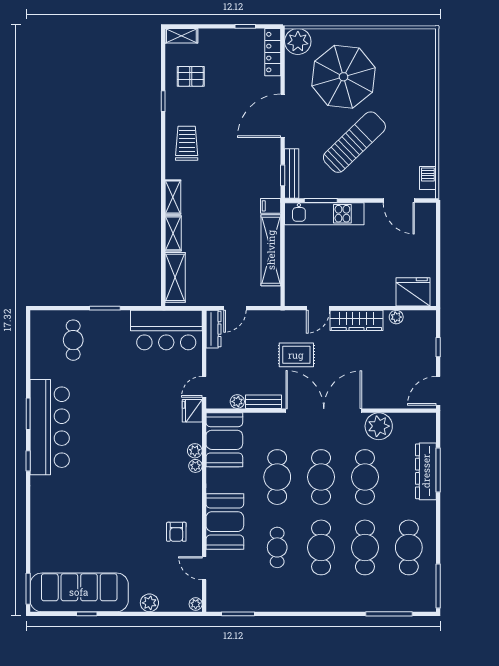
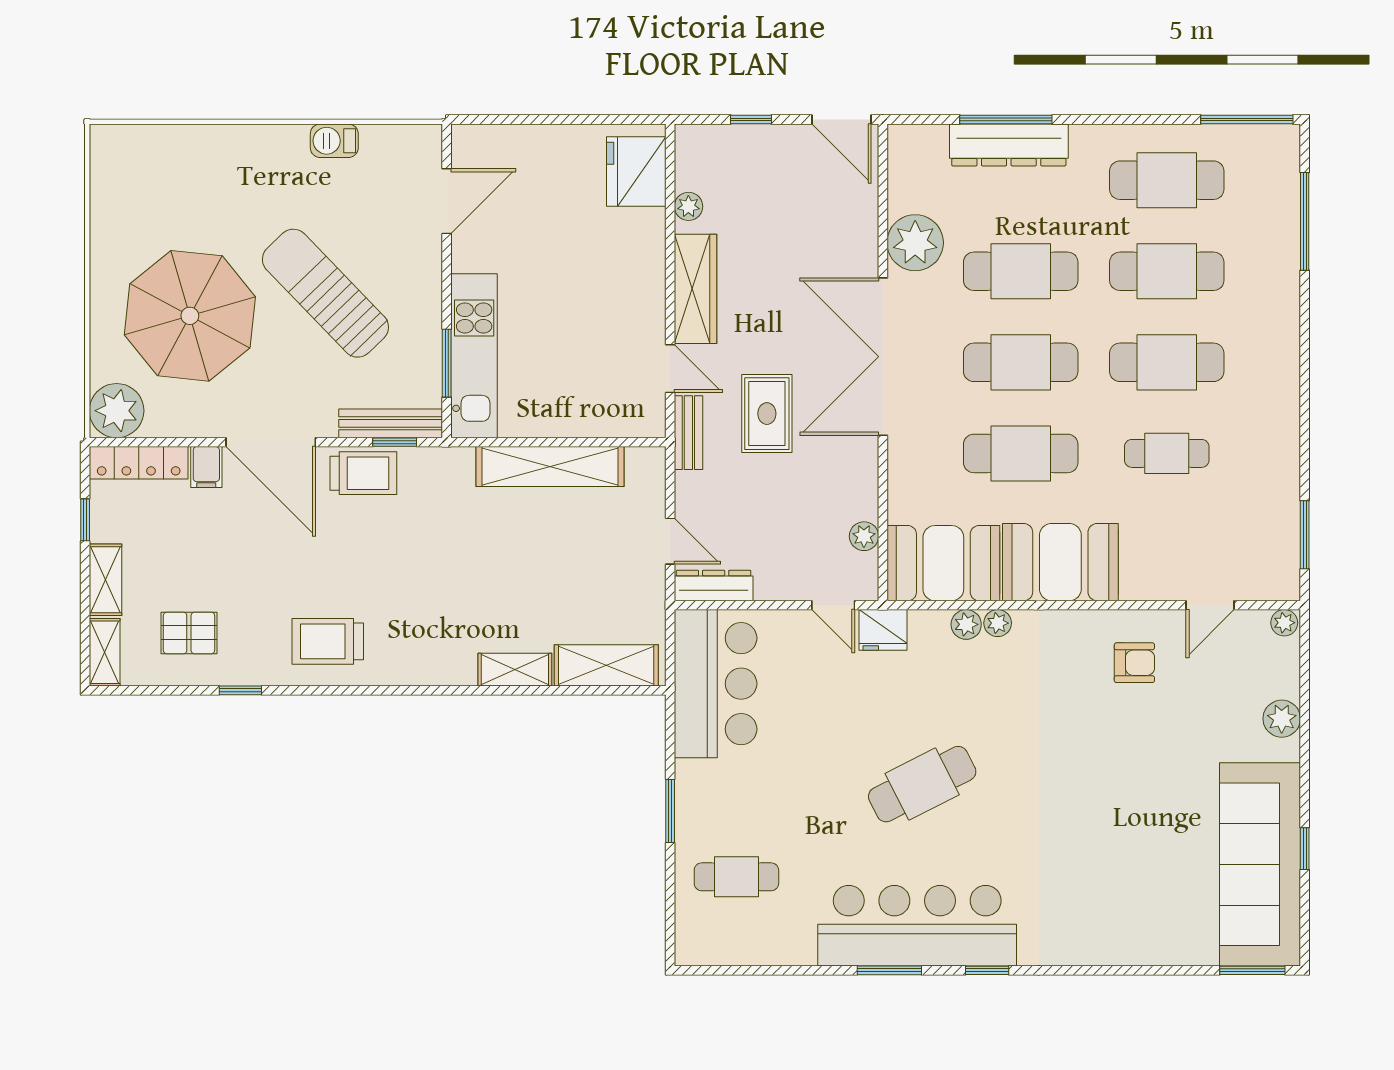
pallet: (191, 76) -> (189, 633), turned 90
trolley: (268, 160) -> (363, 473), added
barbecue: (428, 178) -> (334, 141), moved
shelving: (173, 197) -> (105, 580), moved, turned 90
filing cabinet: (271, 206) -> (206, 467), moved
bench: (263, 402) -> (688, 433), moved
cafe table: (118, 430) -> (922, 784), added
booth: (225, 522) -> (1060, 562), moved

